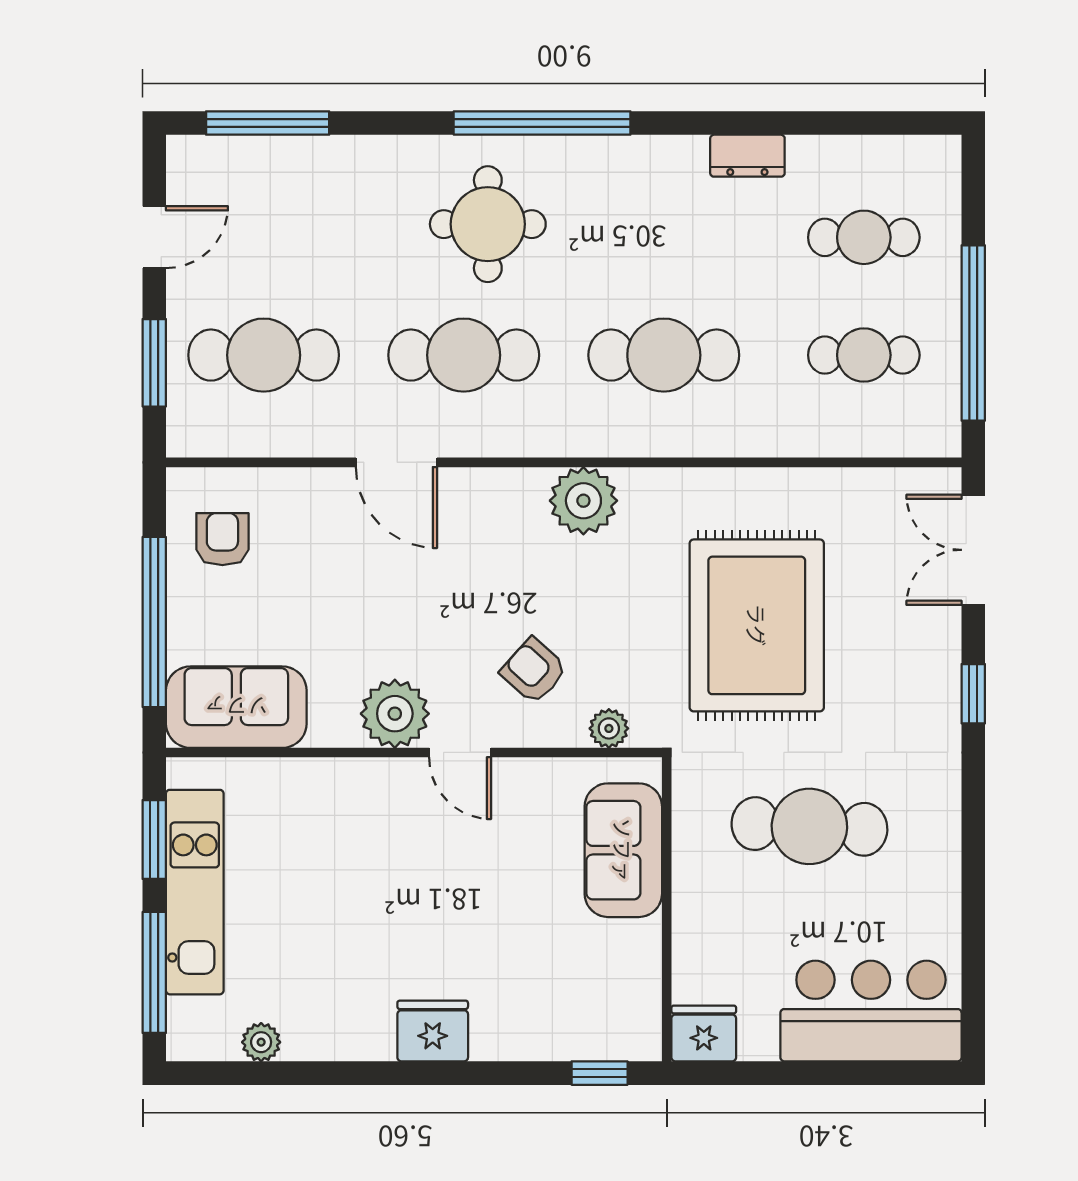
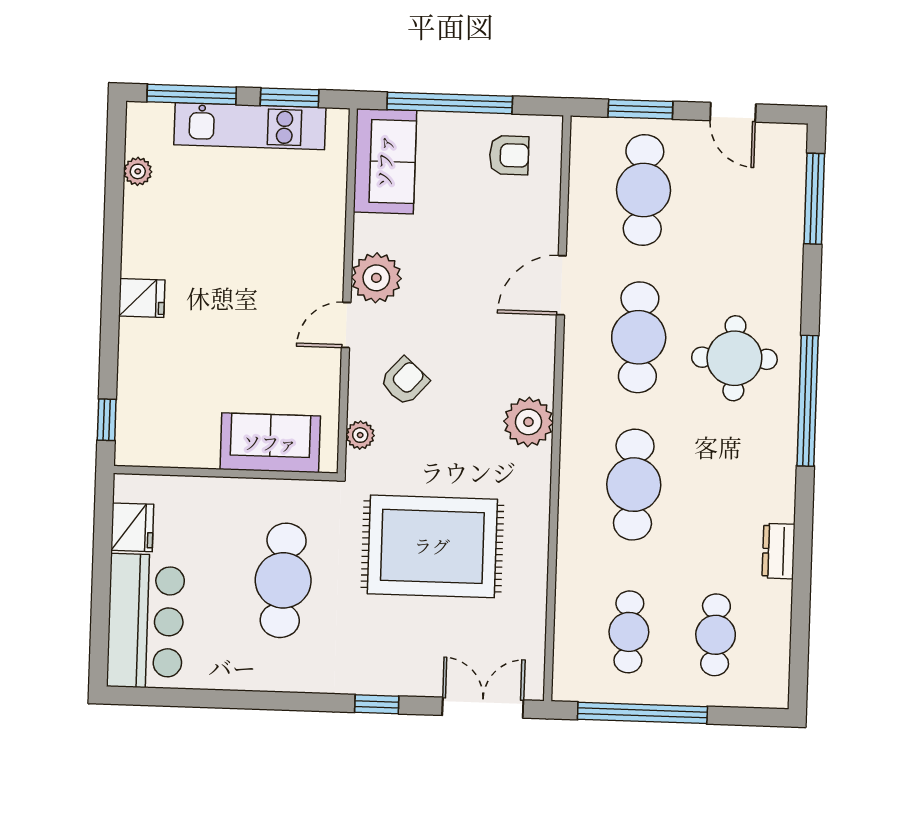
fridge: (433, 1031) -> (142, 298), width x0.72
fridge: (704, 1033) -> (132, 527), moved

